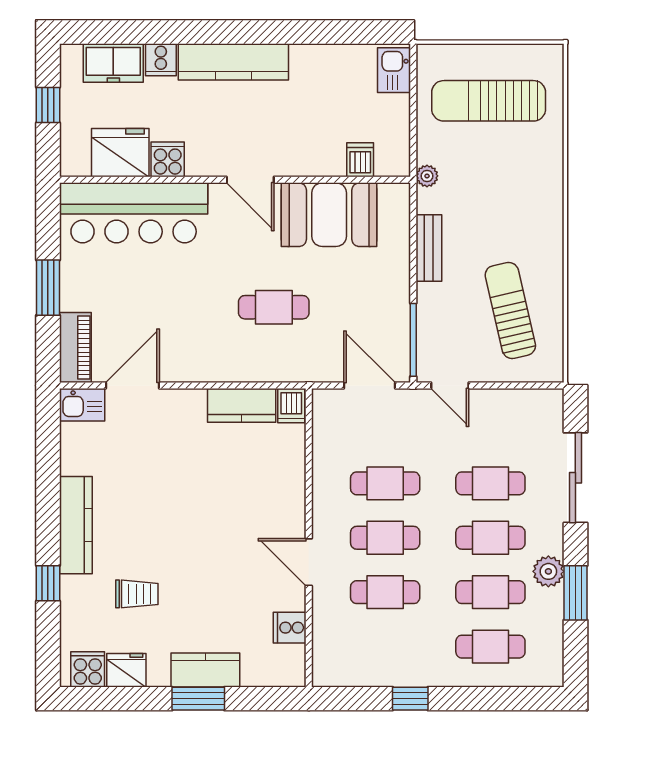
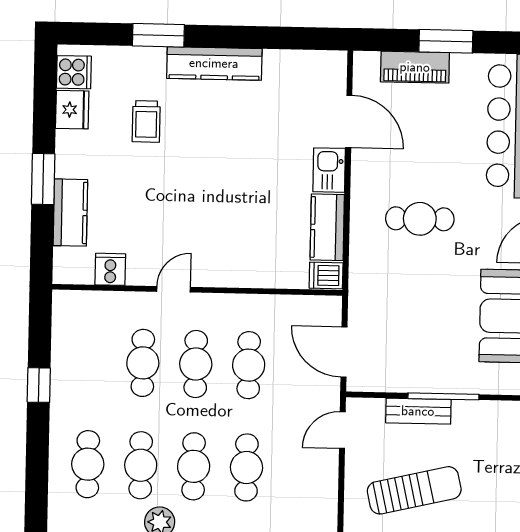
bench: (429, 248) -> (418, 411), moved
cafe table: (274, 307) -> (420, 219), moved, turned 90
window: (413, 340) -> (443, 396), moved
piano: (75, 348) -> (415, 67), moved
door: (370, 386) -> (344, 352), swing flipped
kitchen sink: (82, 405) -> (329, 170), moved
door: (309, 562) -> (173, 289), width x0.73
window: (48, 583) -> (158, 35), width x1.50
kitchen counter: (205, 670) -> (70, 213), moved

